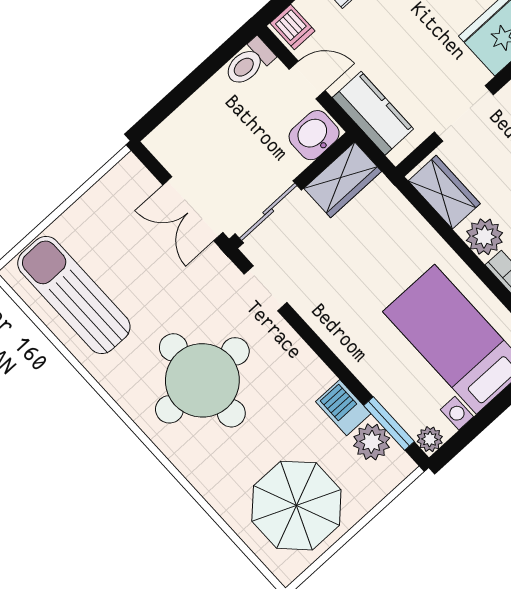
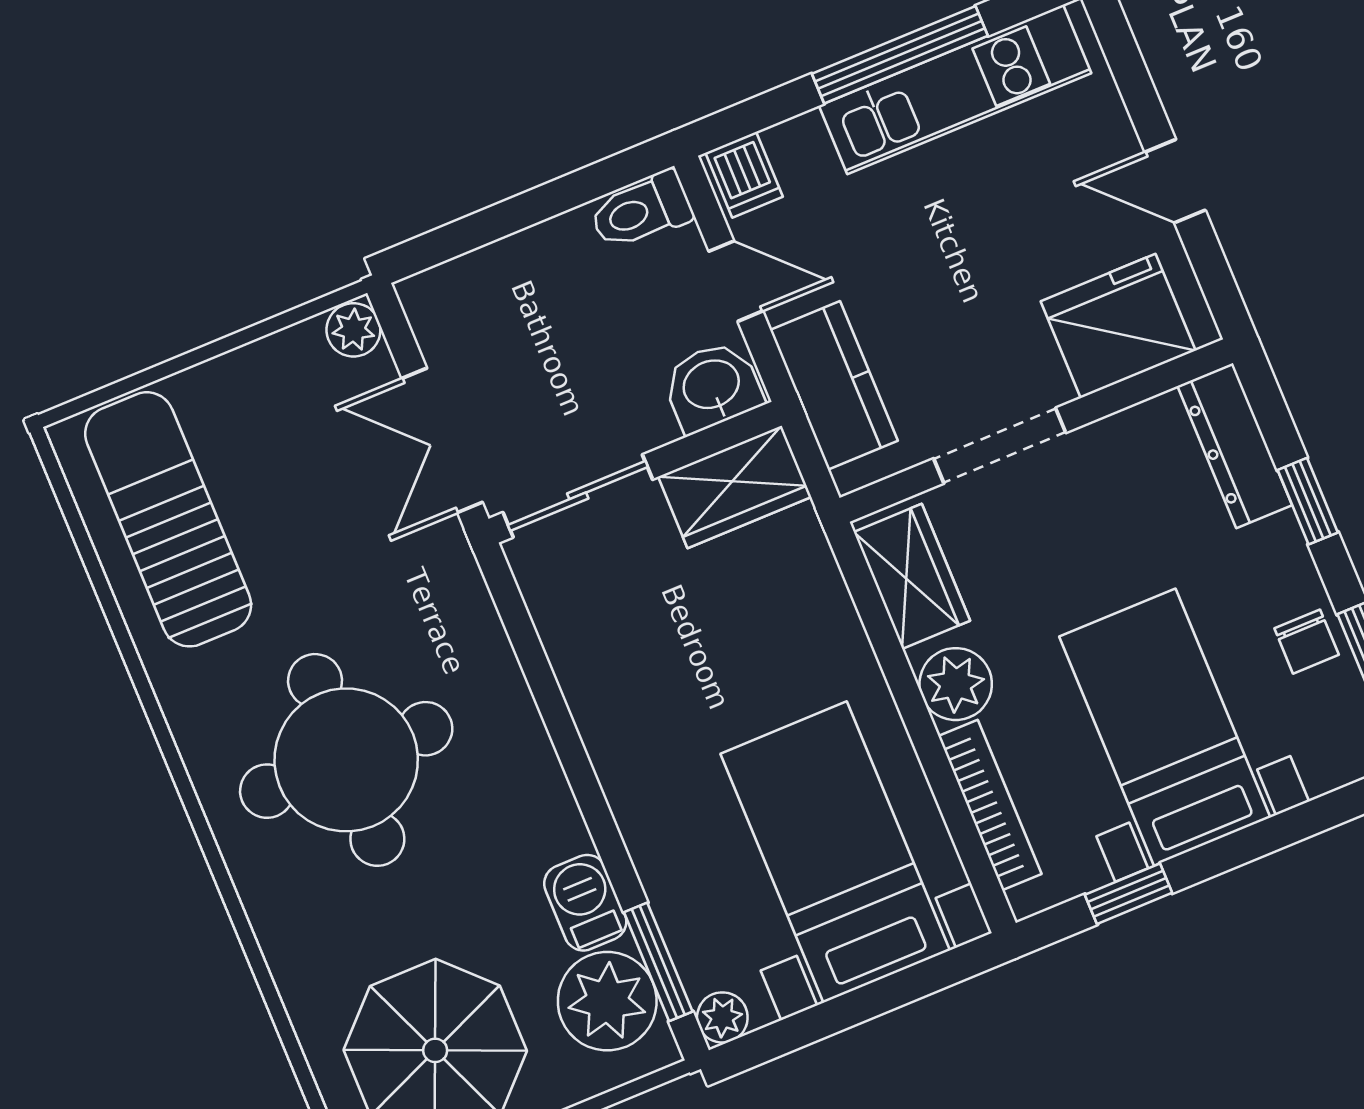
plant: (130, 171) -> (353, 330), added
doorway: (266, 288) -> (522, 634), removed
plant: (372, 442) -> (607, 1001), width x1.36, depth x1.36

